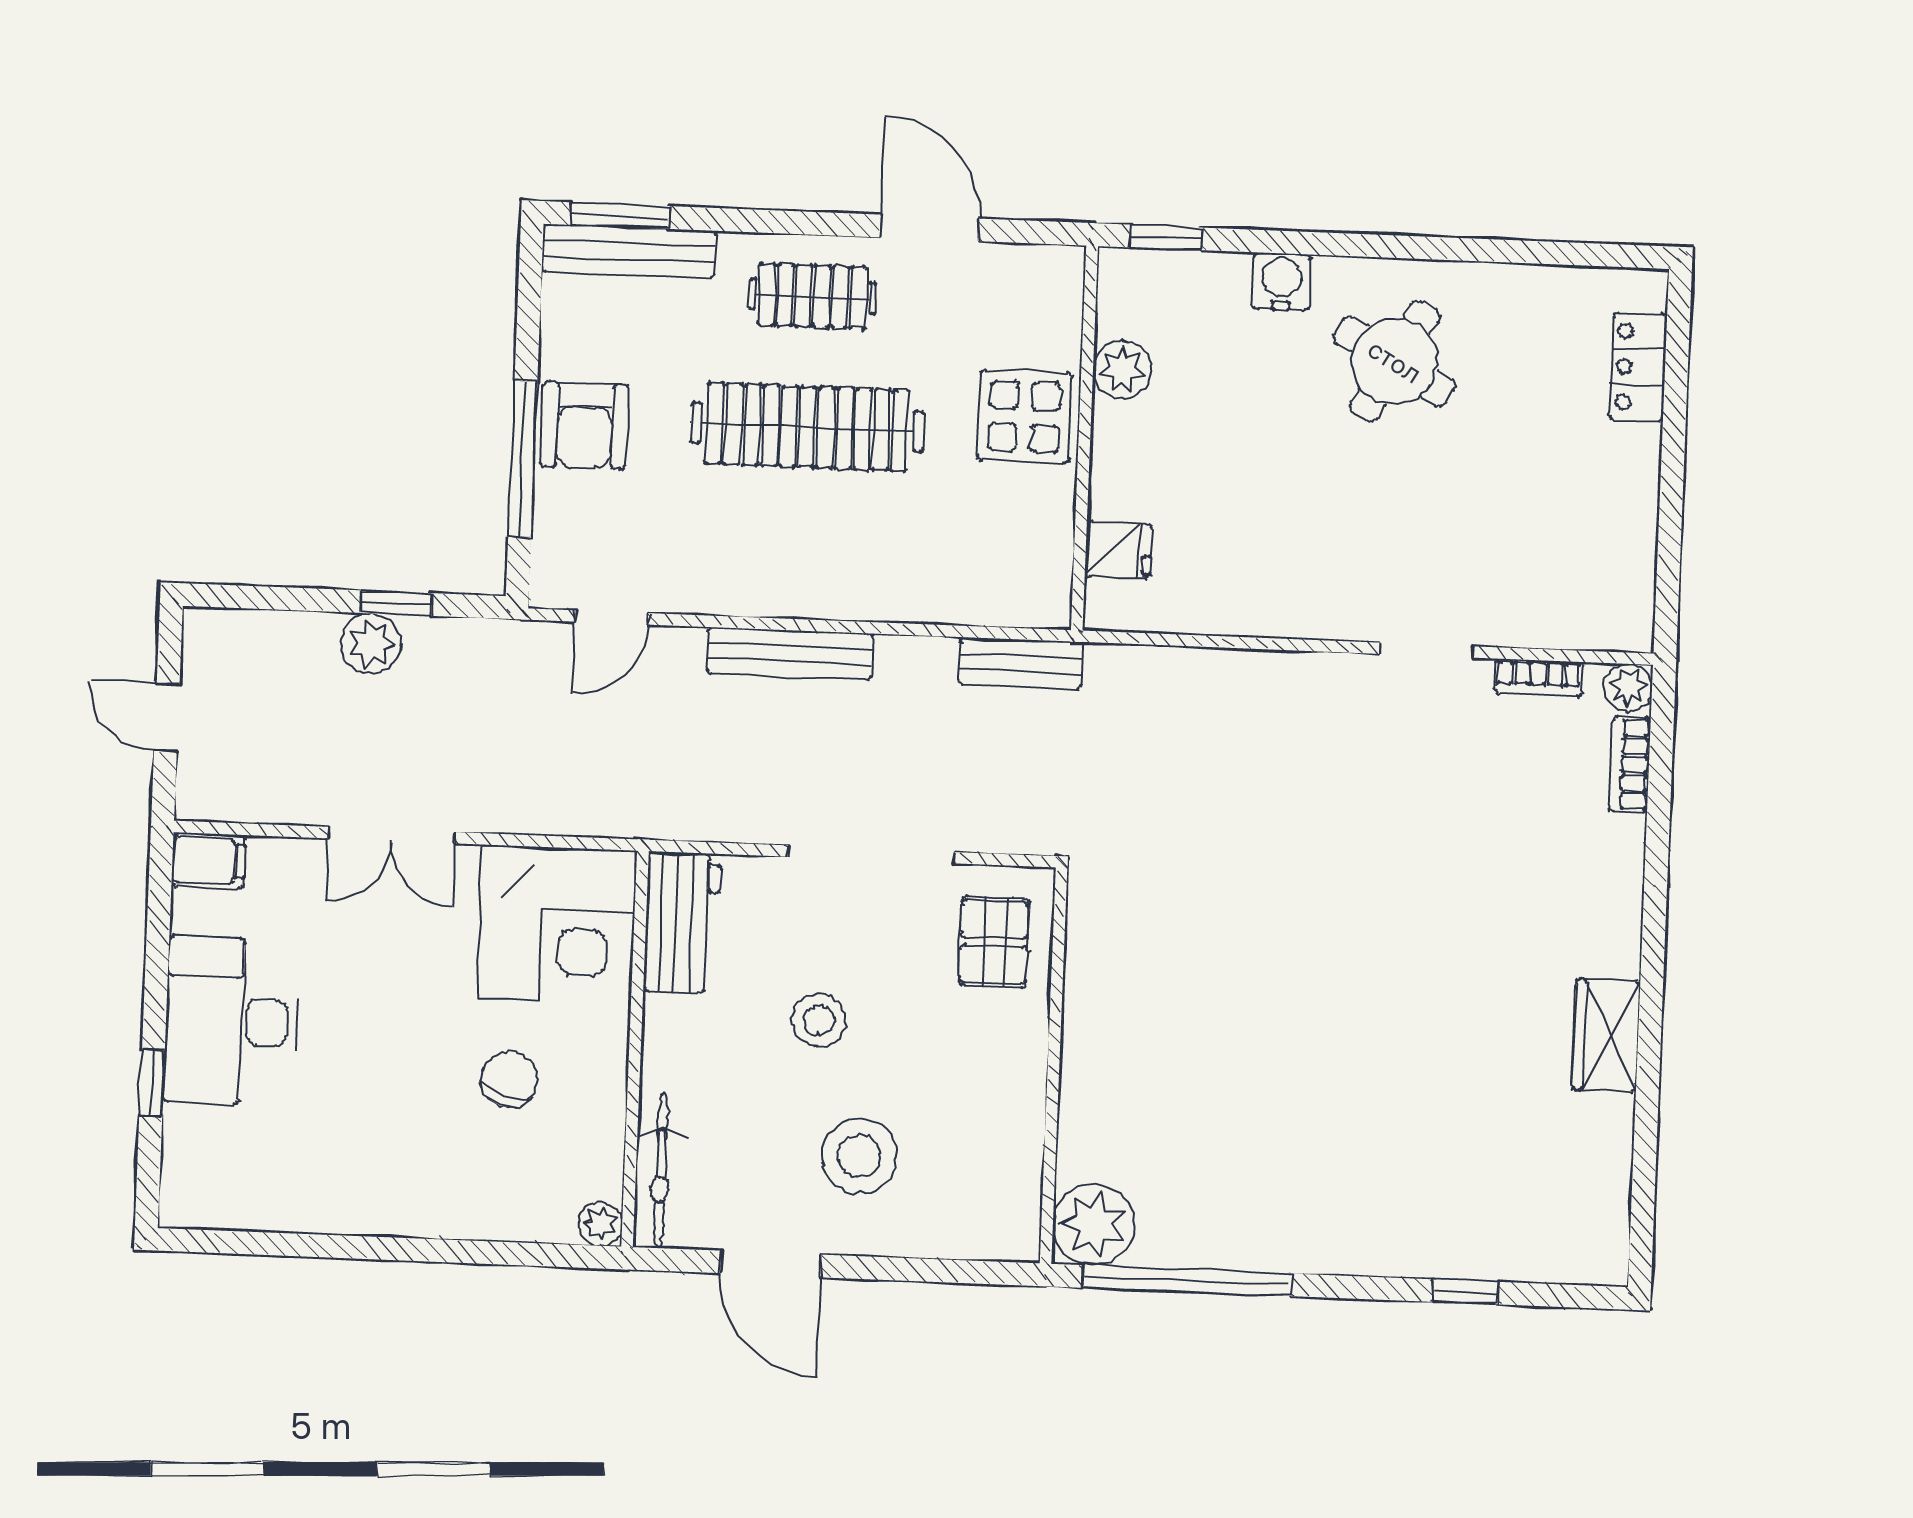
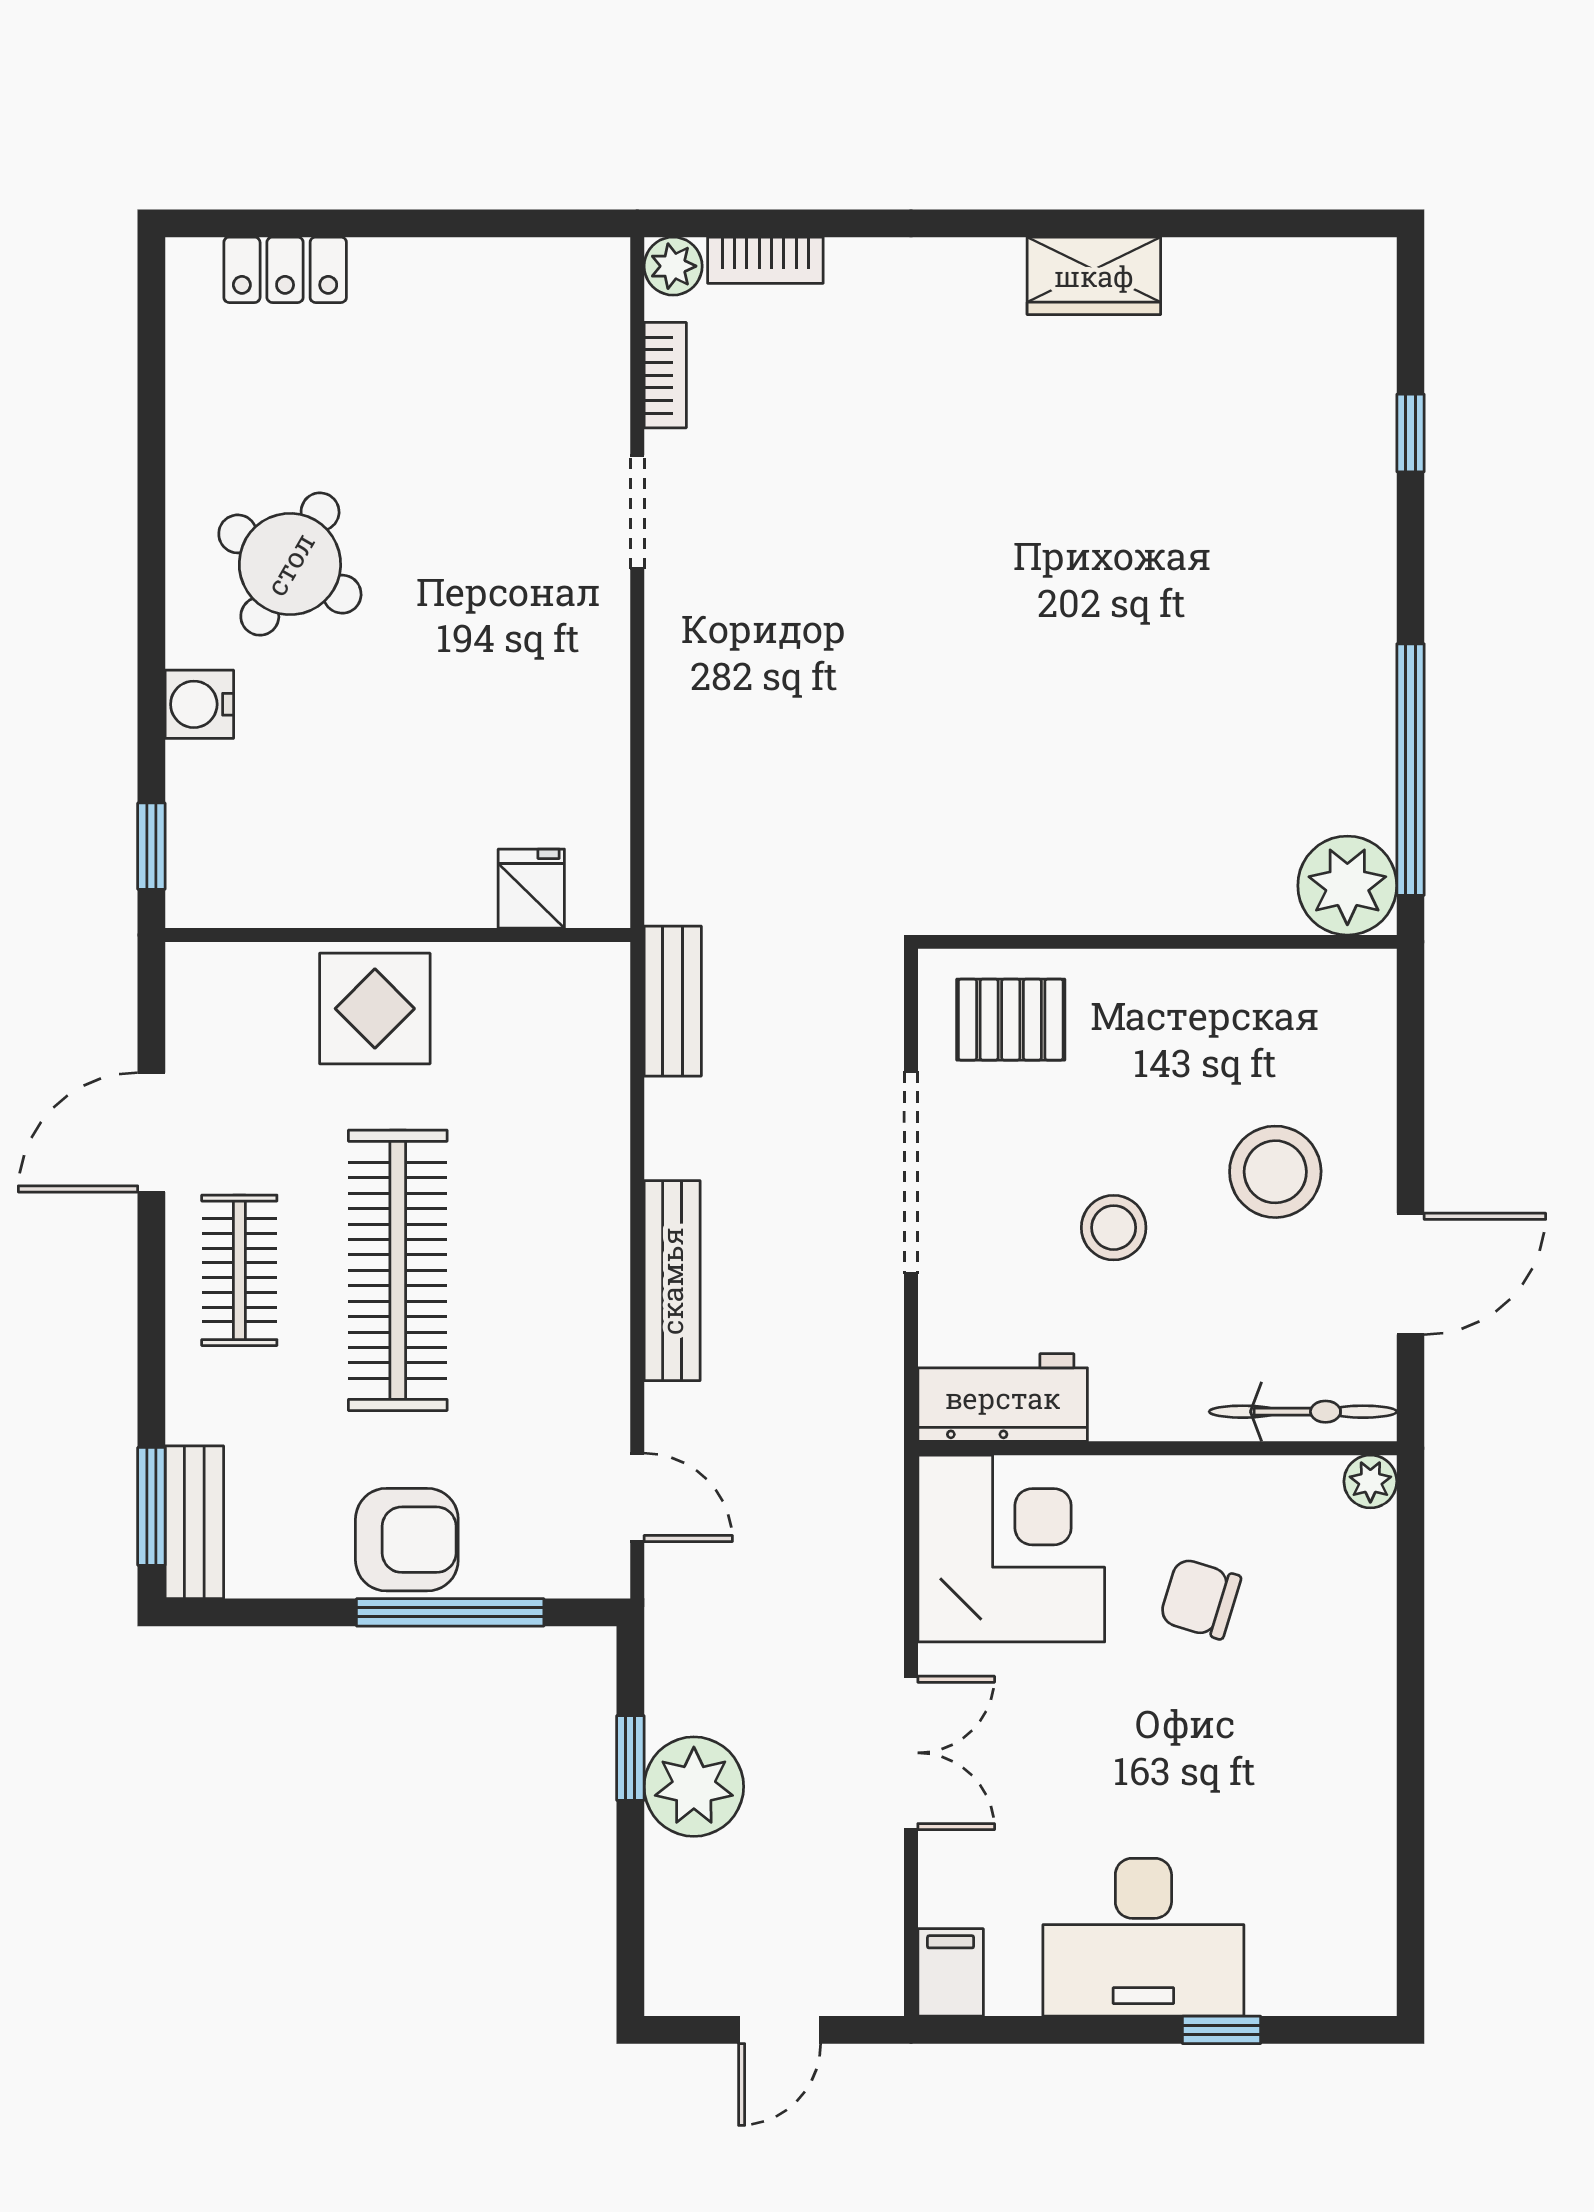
bench: (629, 251) -> (194, 1522), width x0.73
plant: (1122, 370) -> (314, 893), removed
plant: (371, 644) -> (694, 1787), width x1.36, depth x1.36

